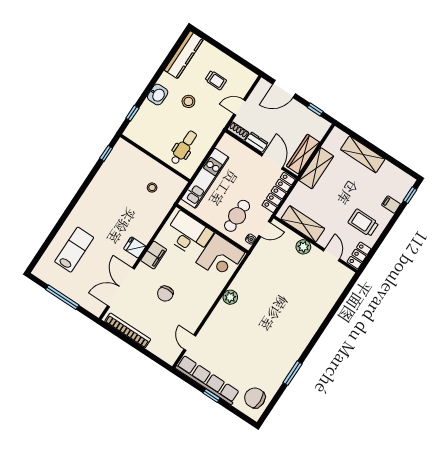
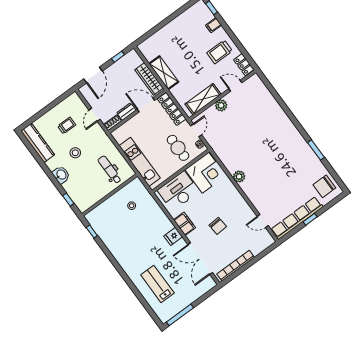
shelving: (363, 154) -> (166, 33), removed
window: (62, 297) -> (180, 315), moved

